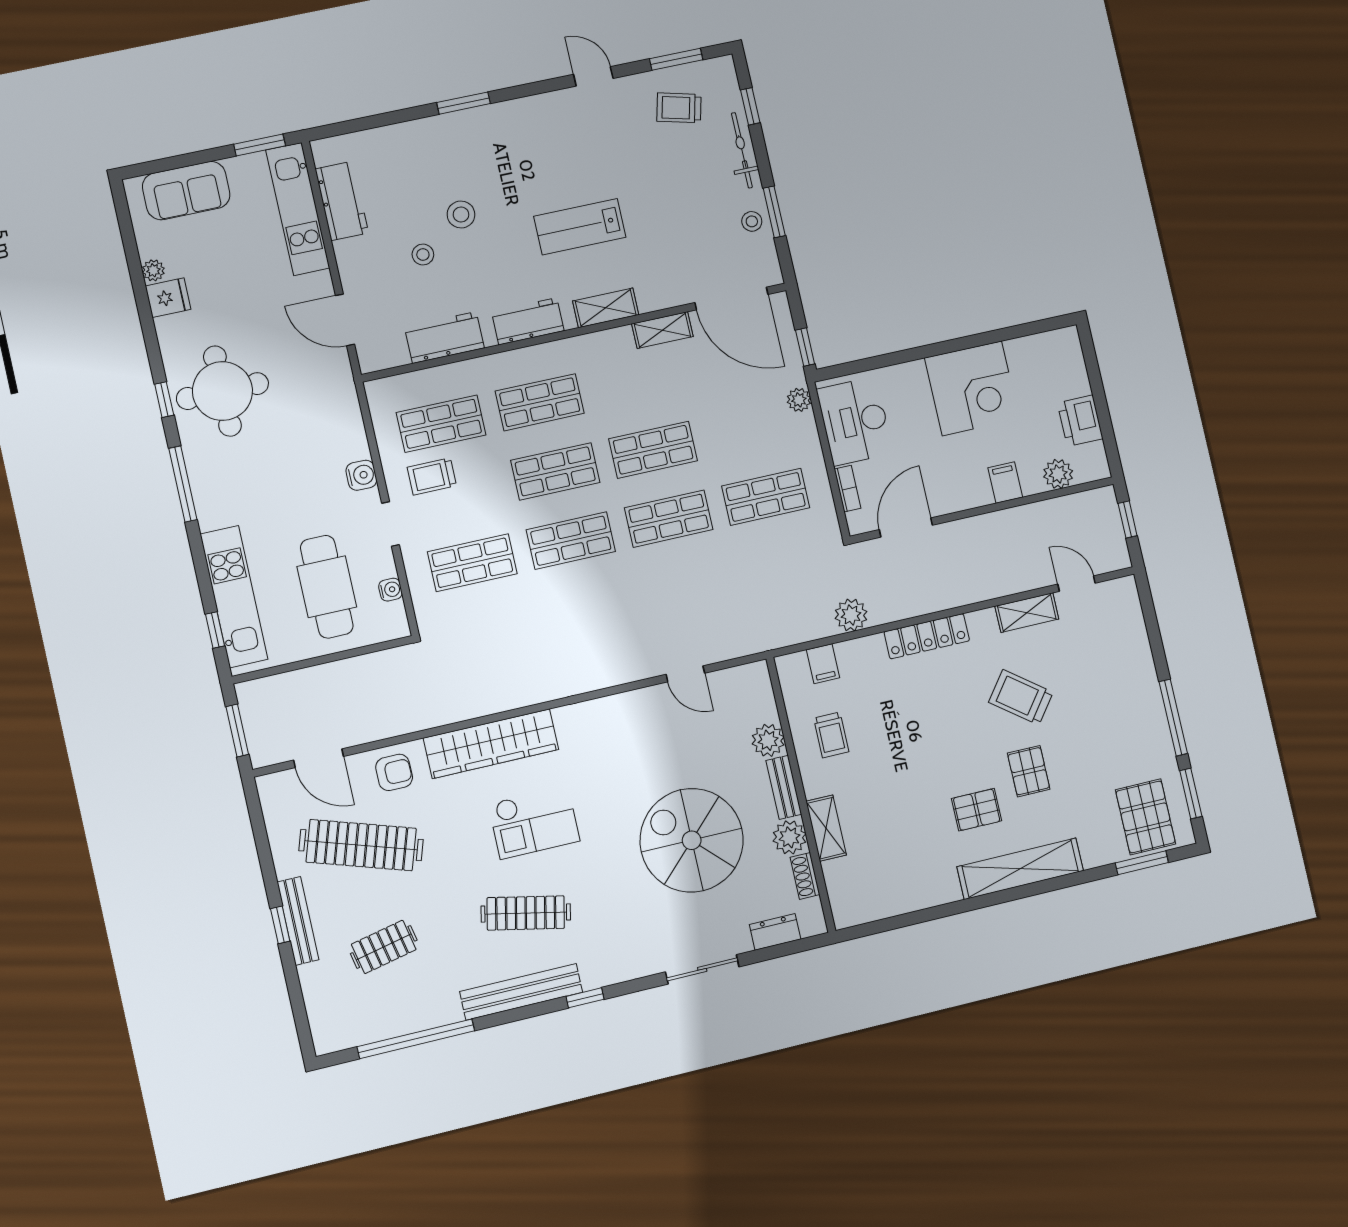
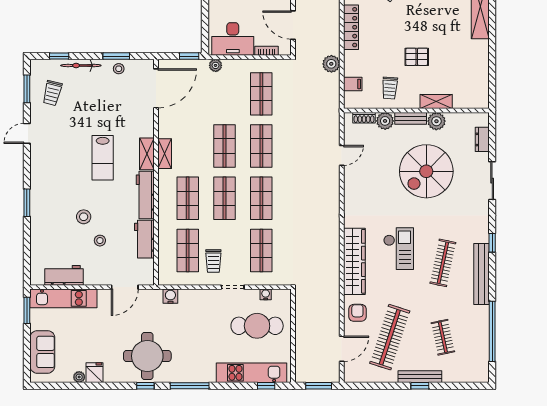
workbench: (528, 321) -> (145, 195), width x1.37
shelving: (662, 330) -> (165, 154), moved
water cooler: (361, 475) -> (170, 296), moved
trolley: (831, 735) -> (390, 88), turned 94
pallet: (977, 810) -> (417, 57), moved, turned 90
shoe rack: (805, 876) -> (364, 118), moved

